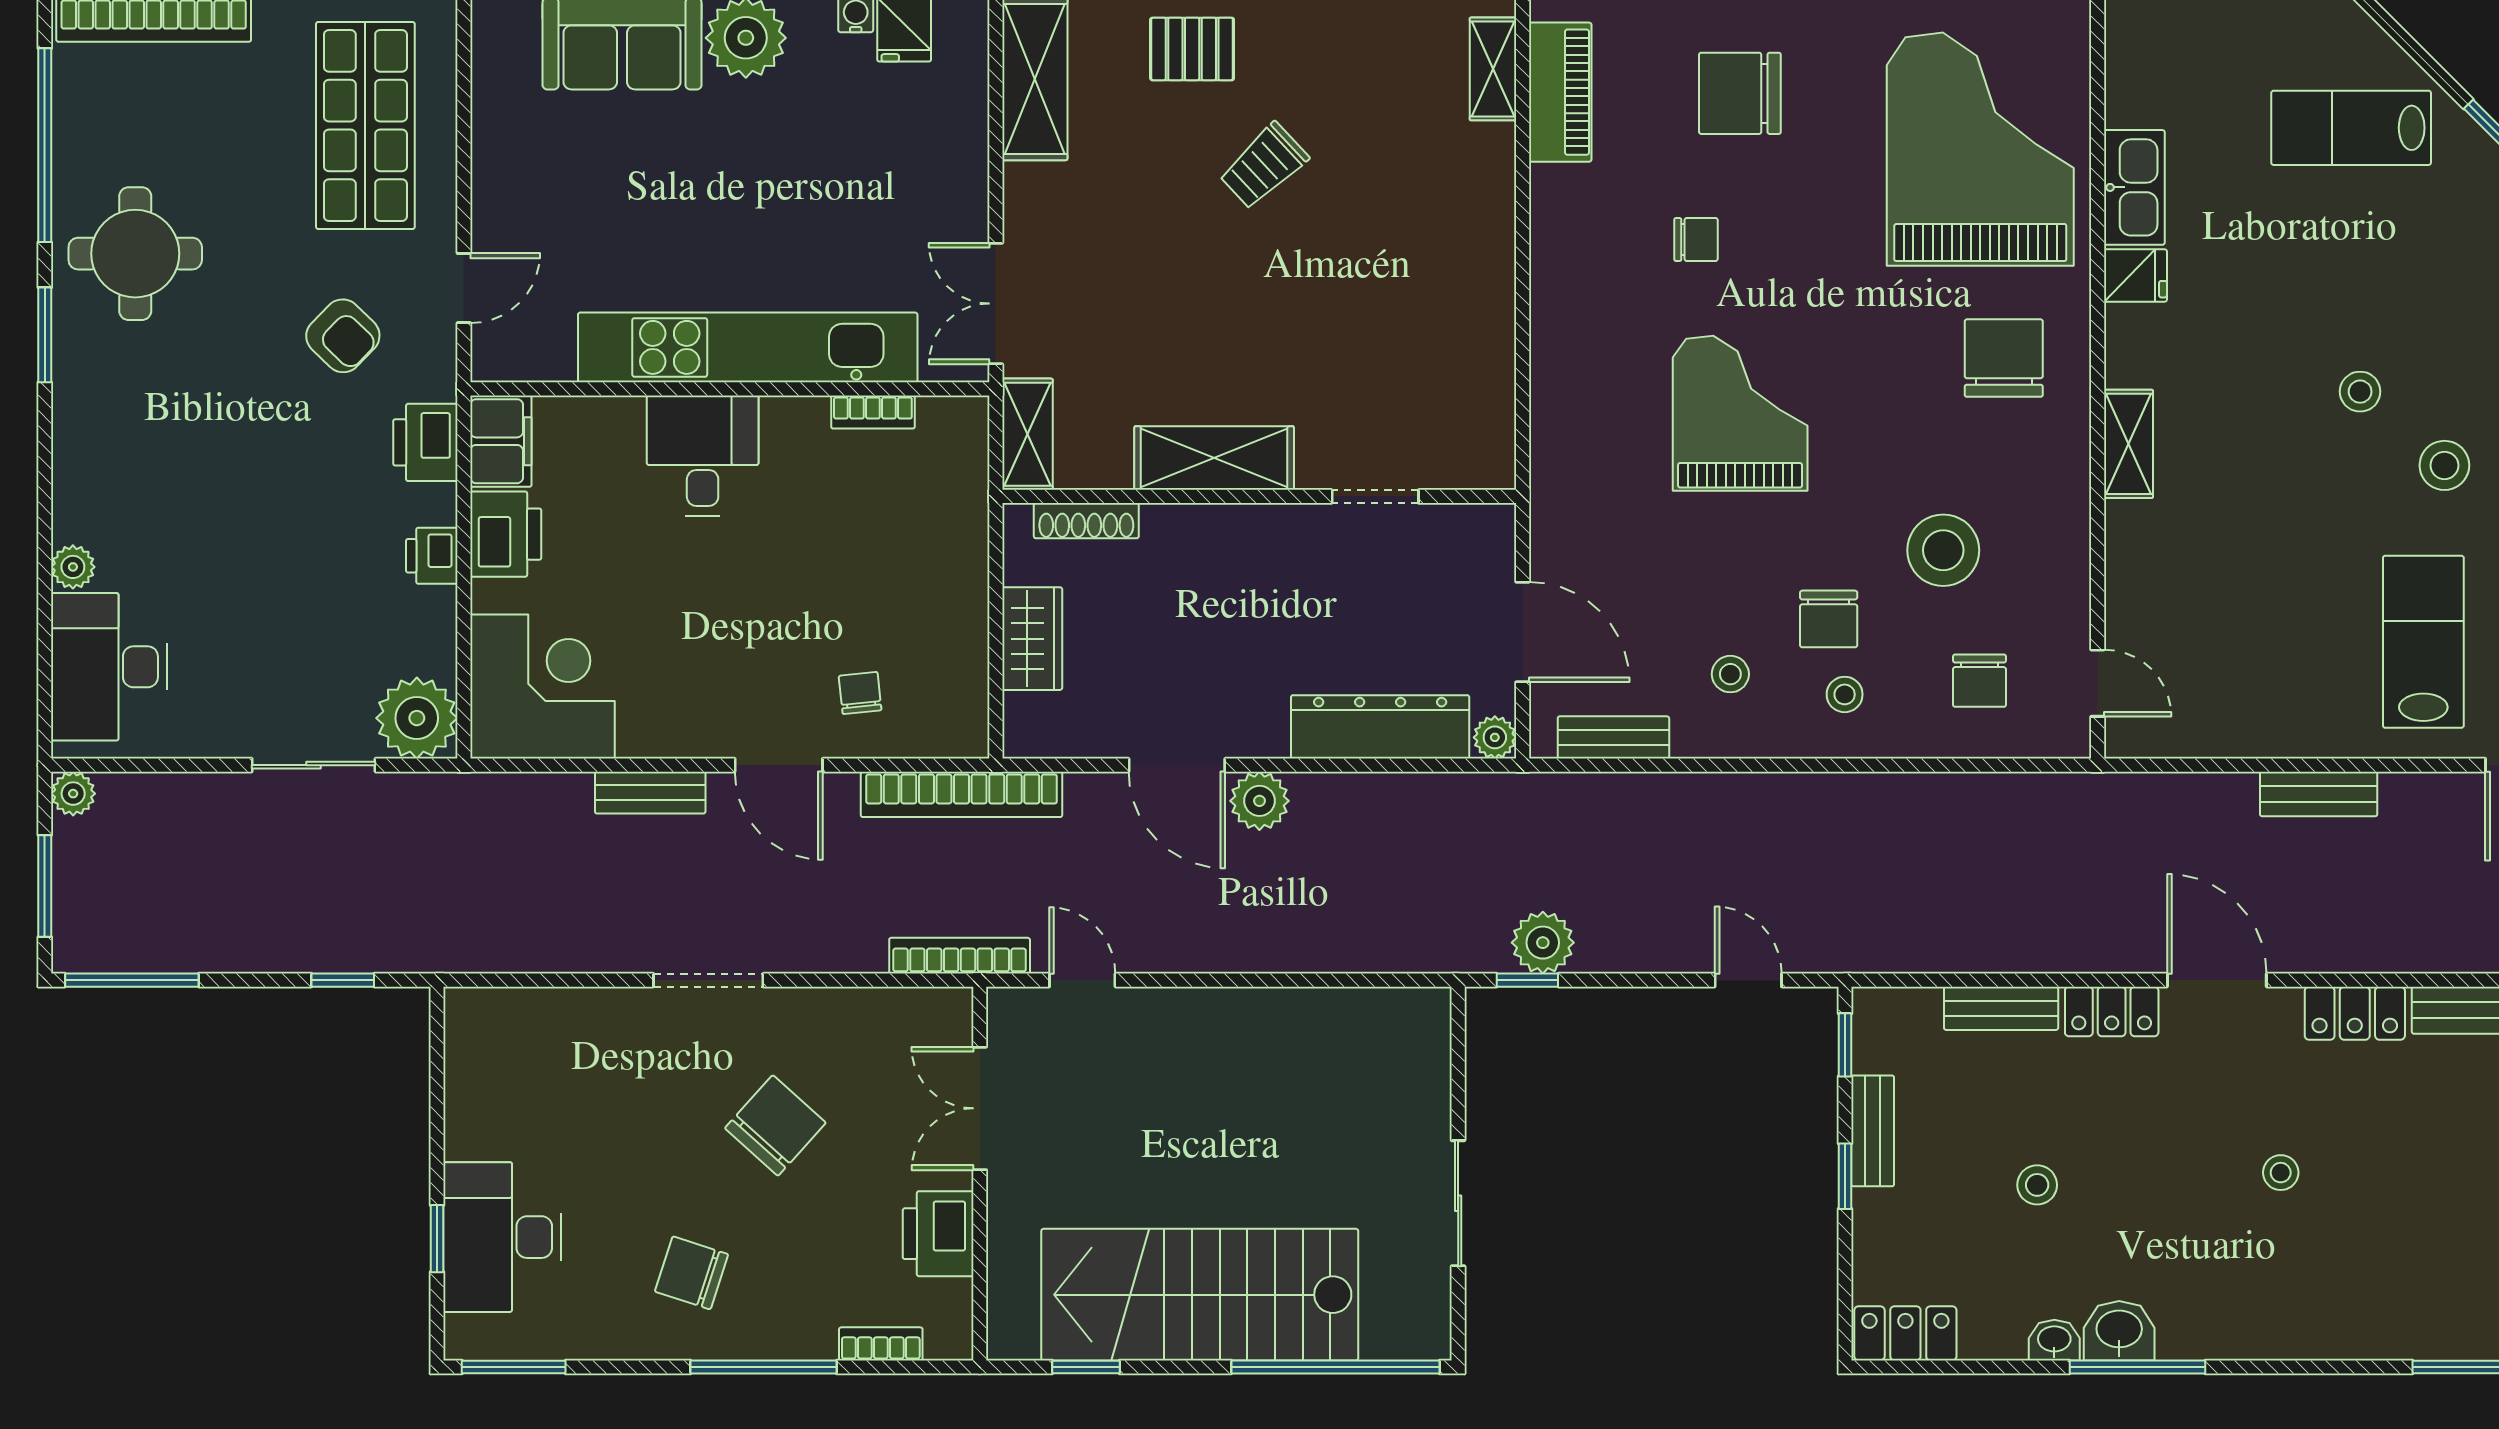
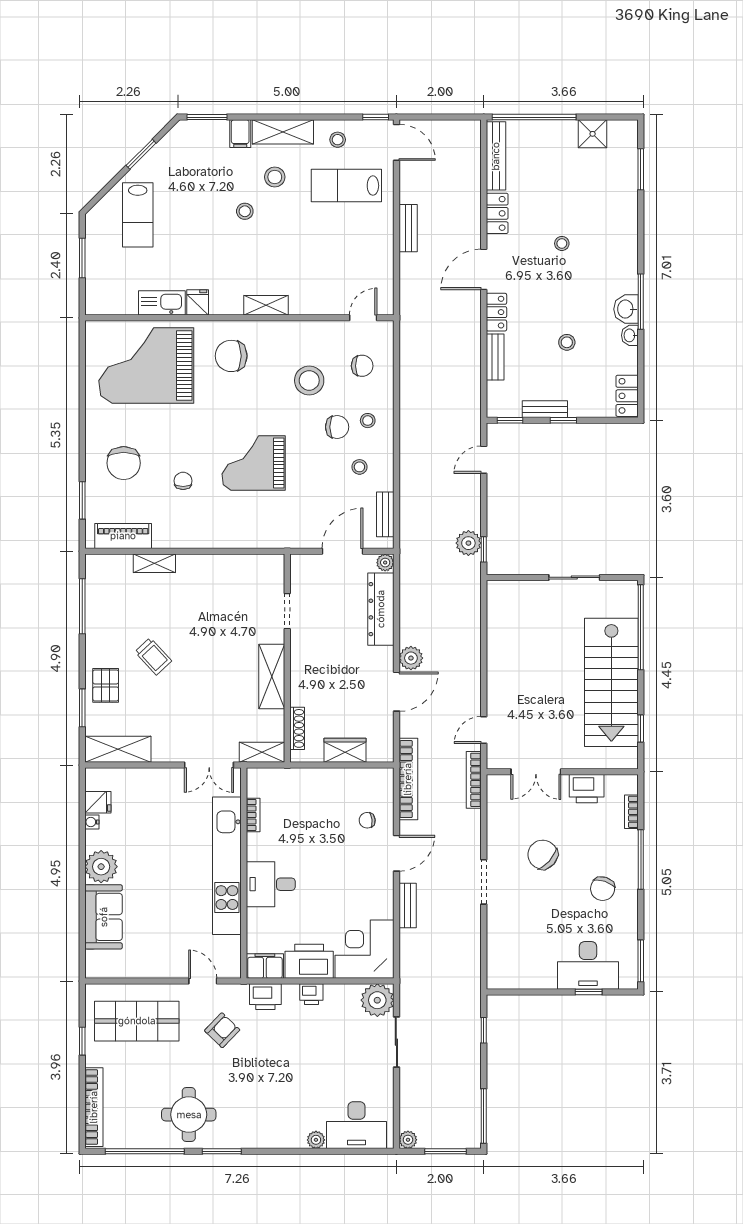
shelving: (1493, 69) -> (154, 563), moved
printer: (506, 534) -> (309, 961), width x1.37, depth x1.19

